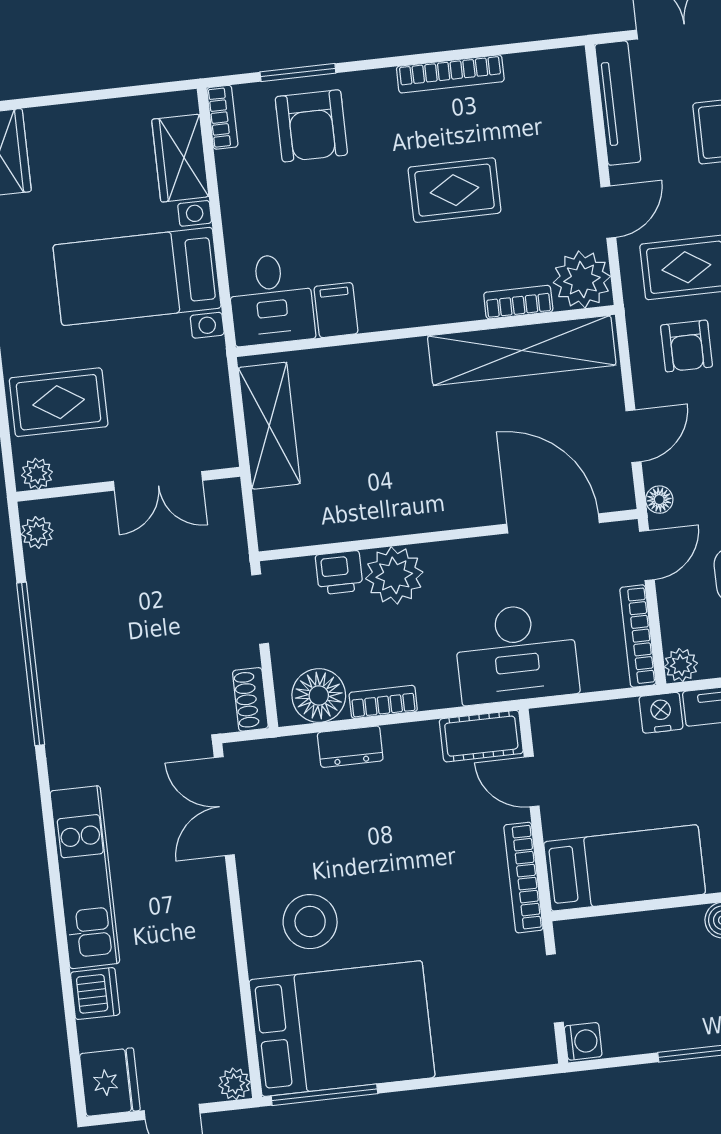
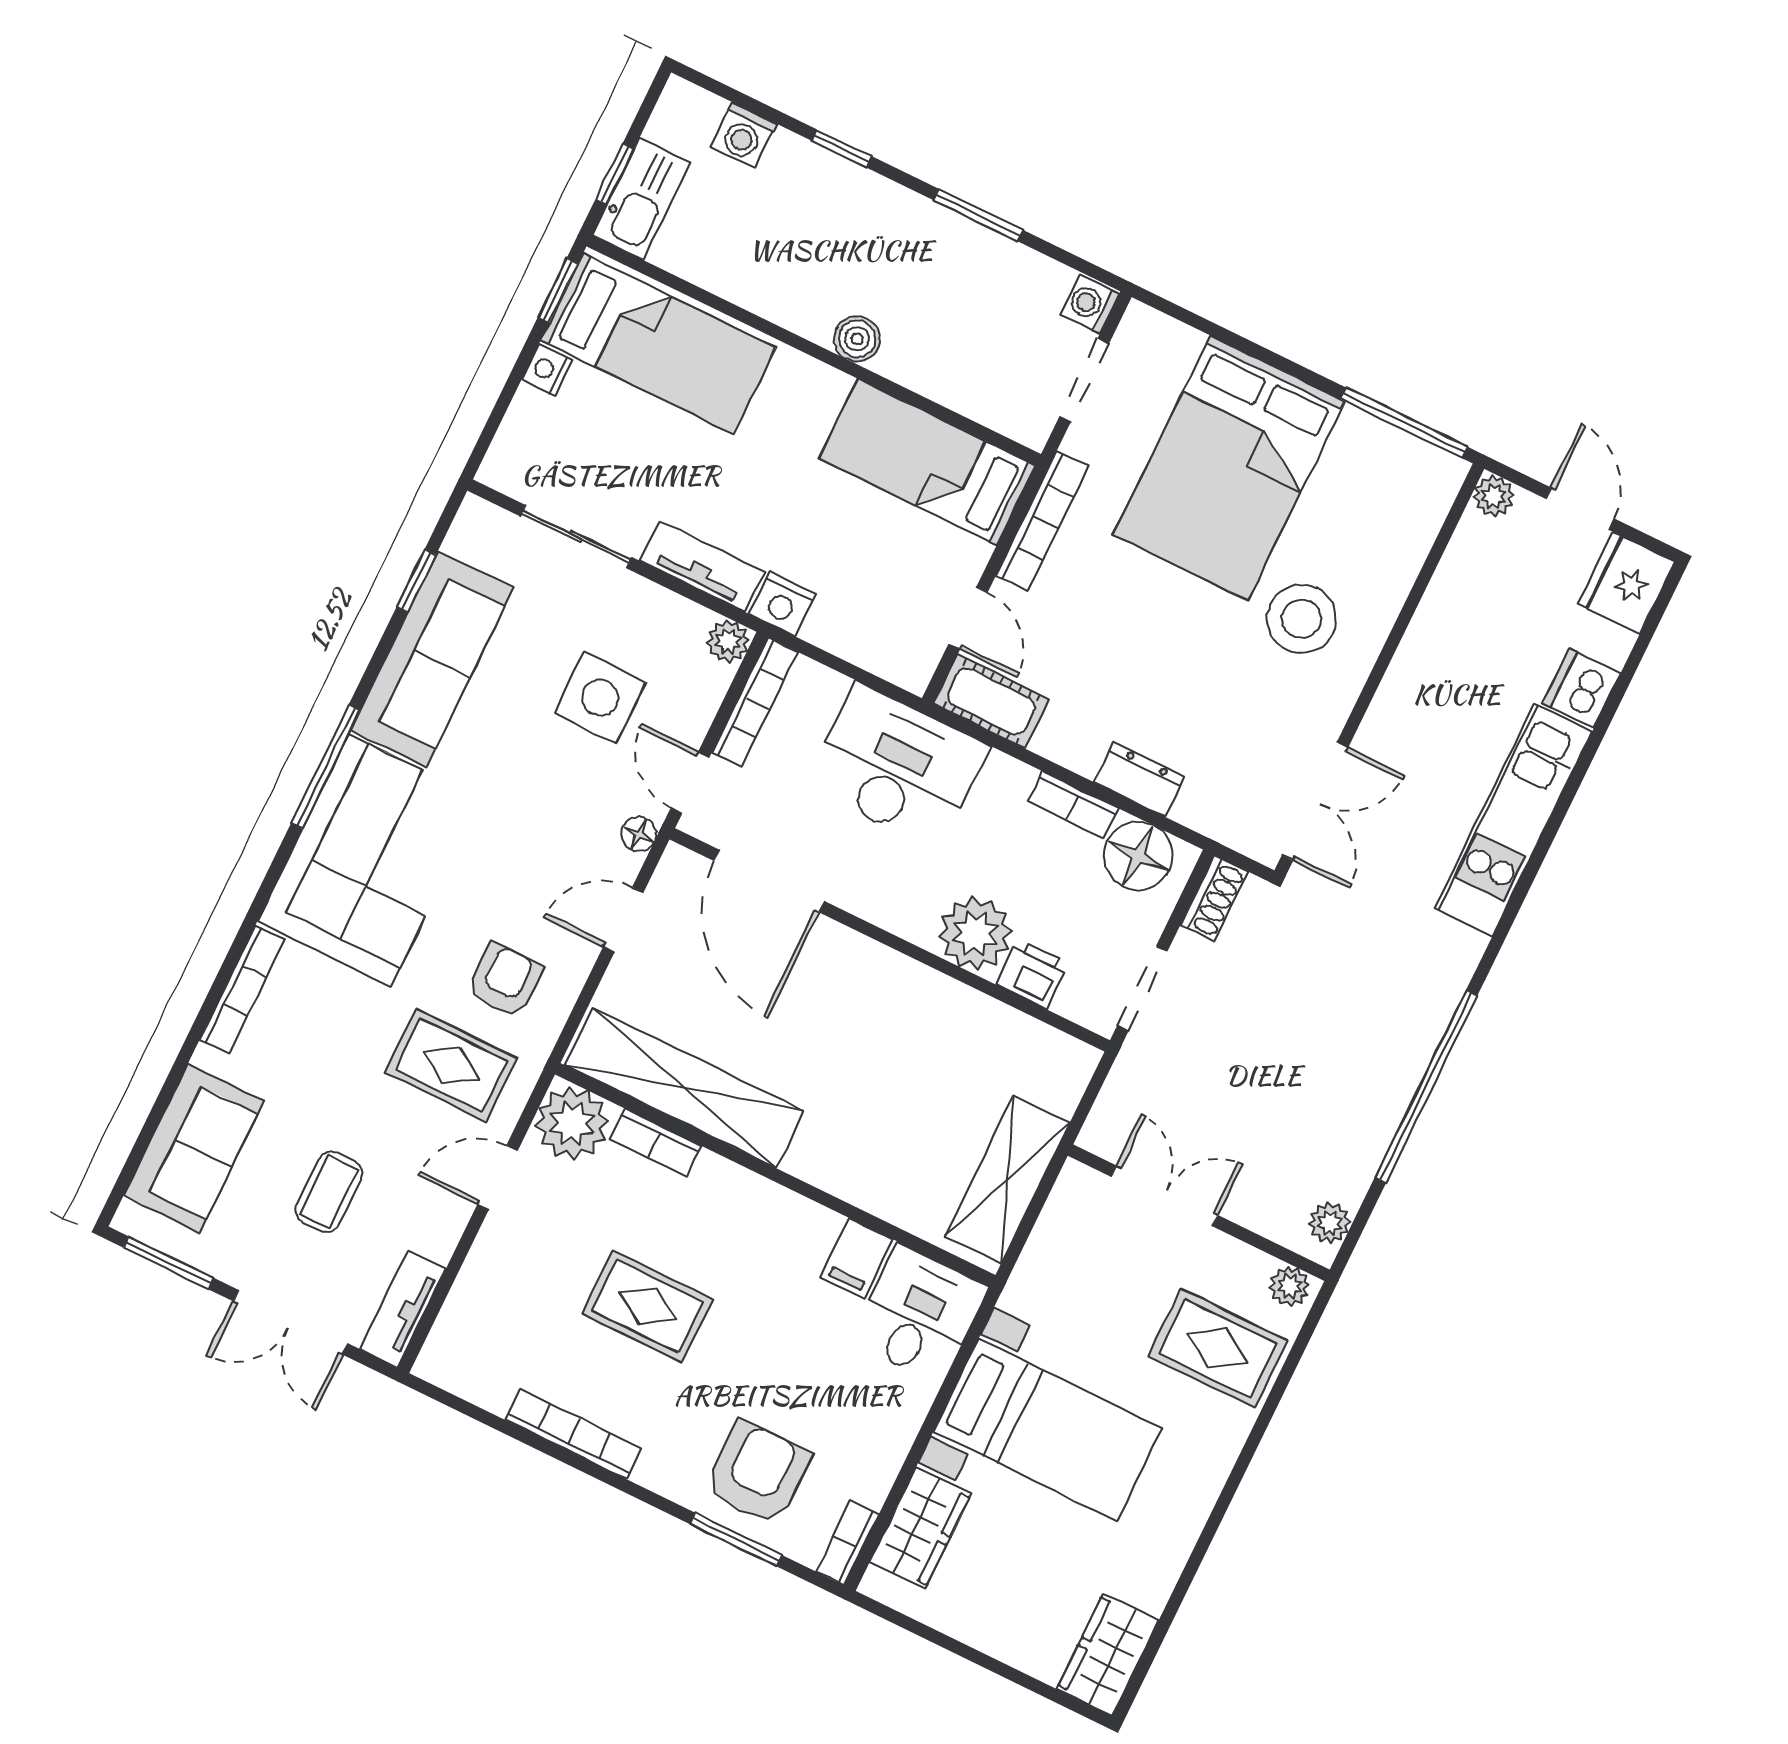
tv unit: (618, 103) -> (403, 1309), width x0.71
door: (647, 556) -> (690, 782), hinge flipped
bed: (342, 1029) -> (1229, 468), moved, turned -90

